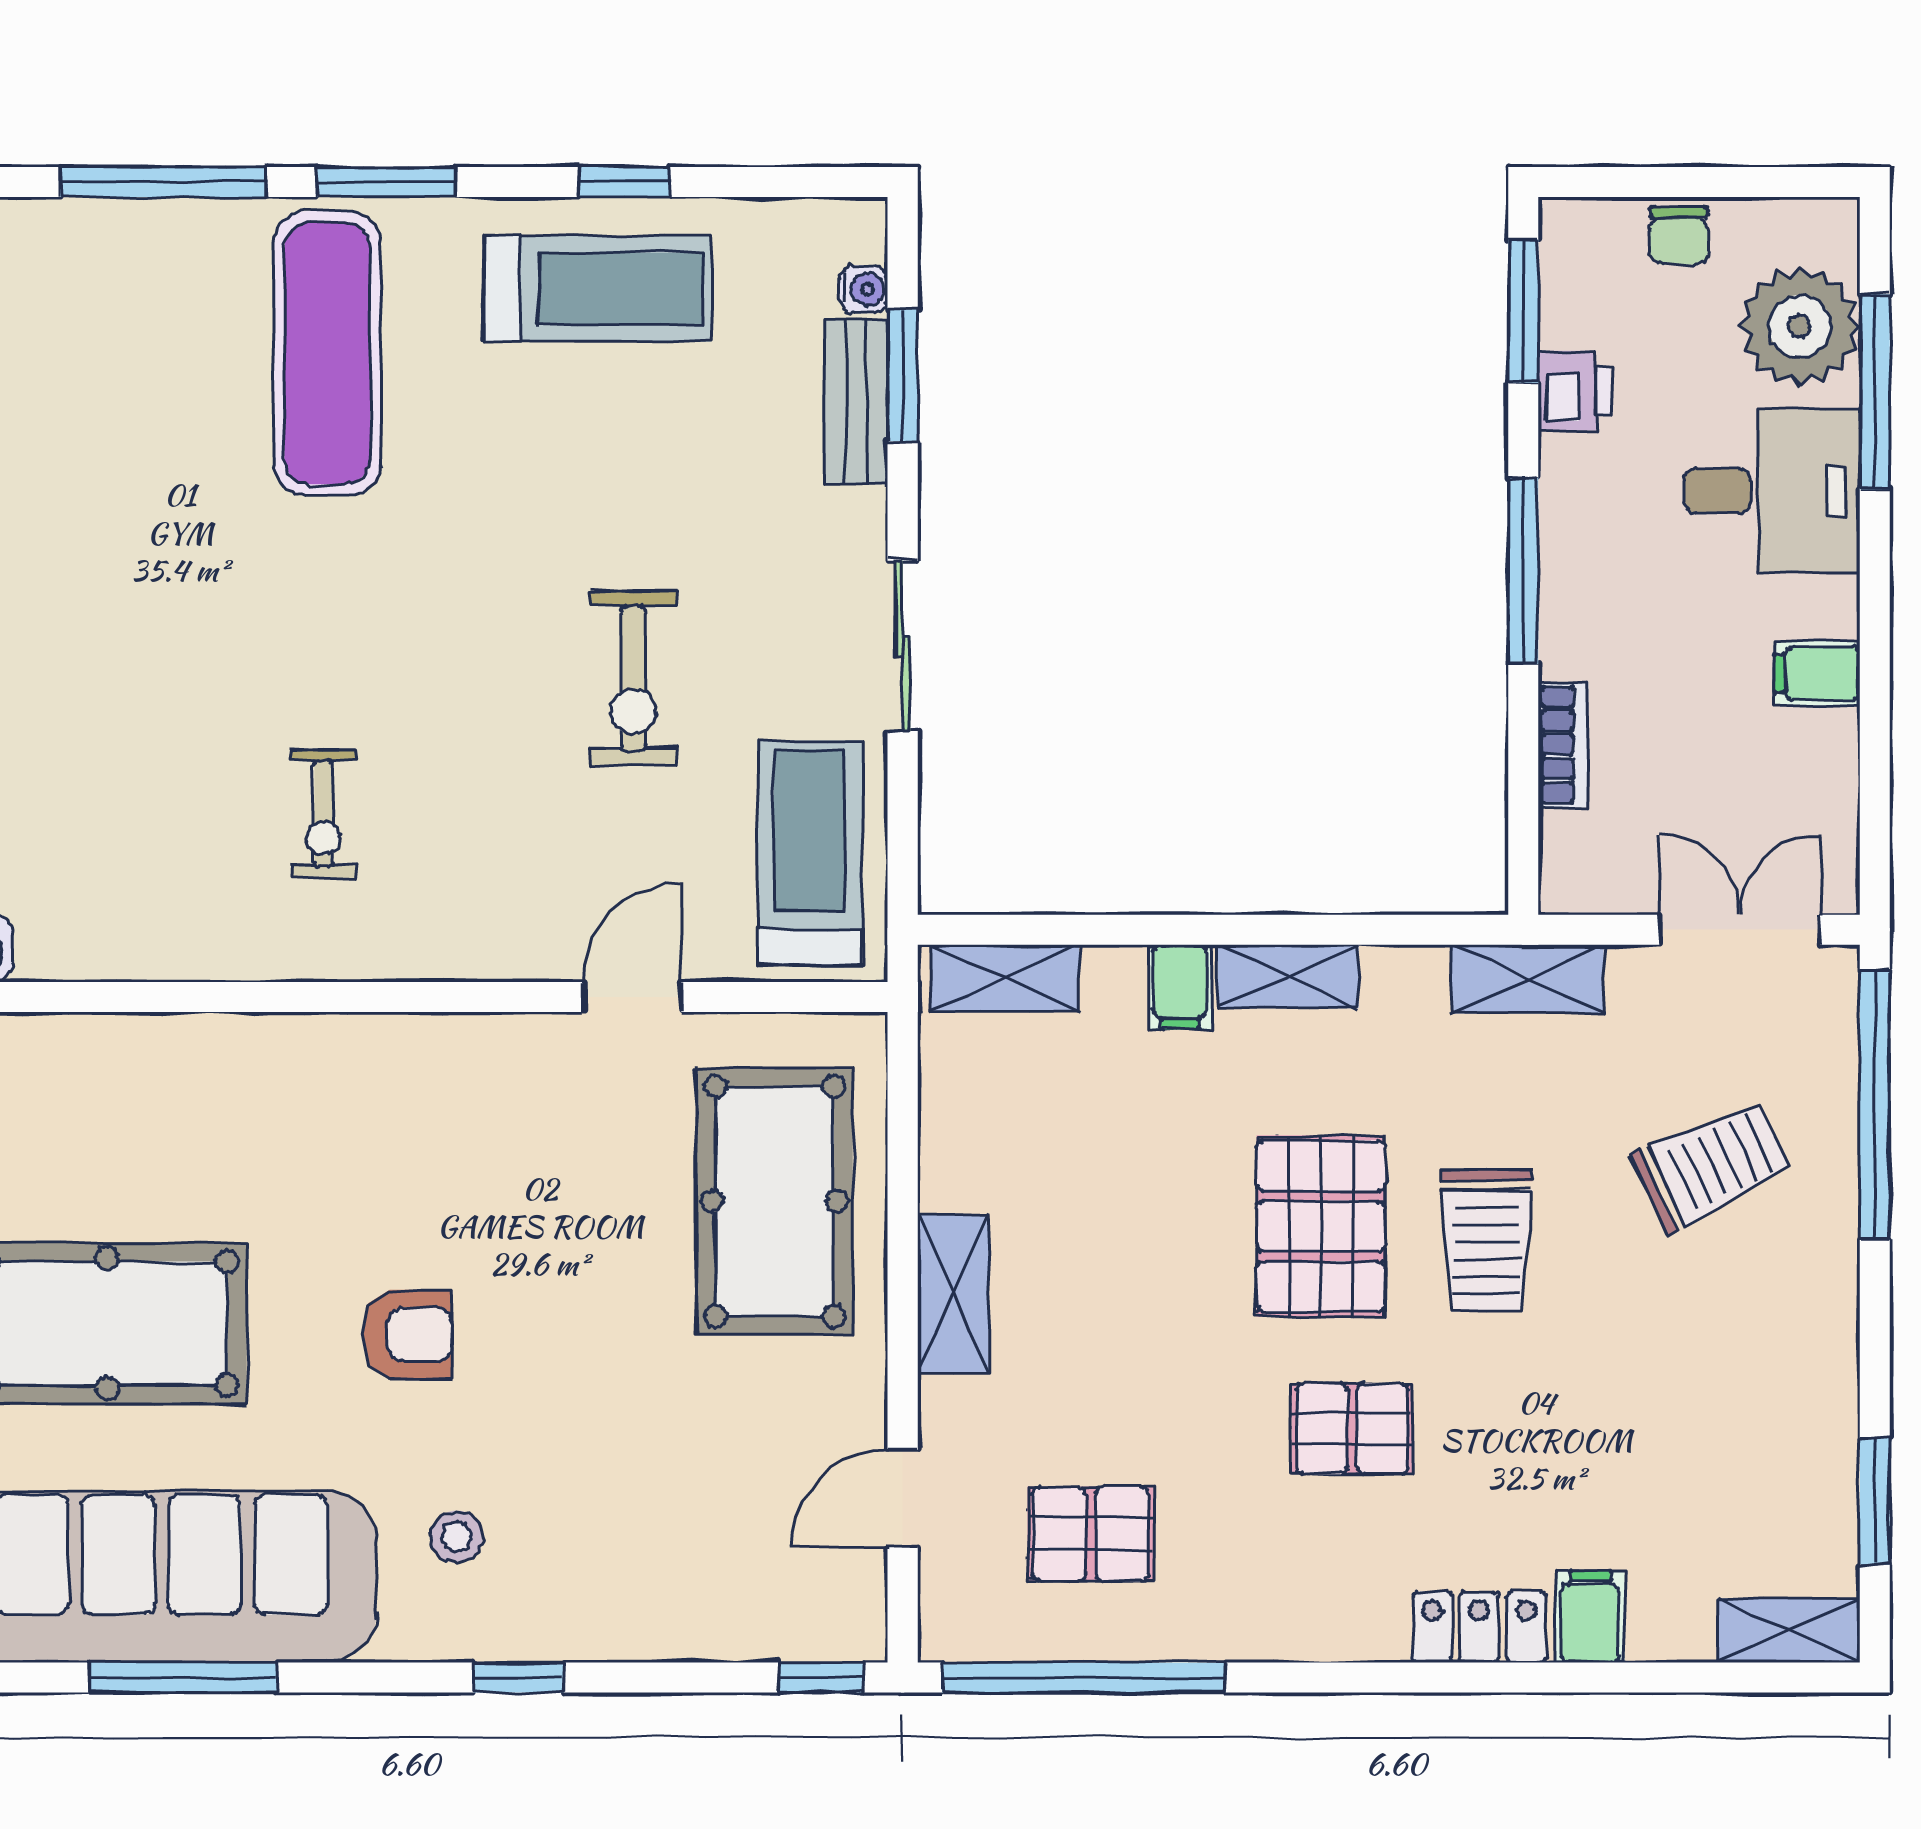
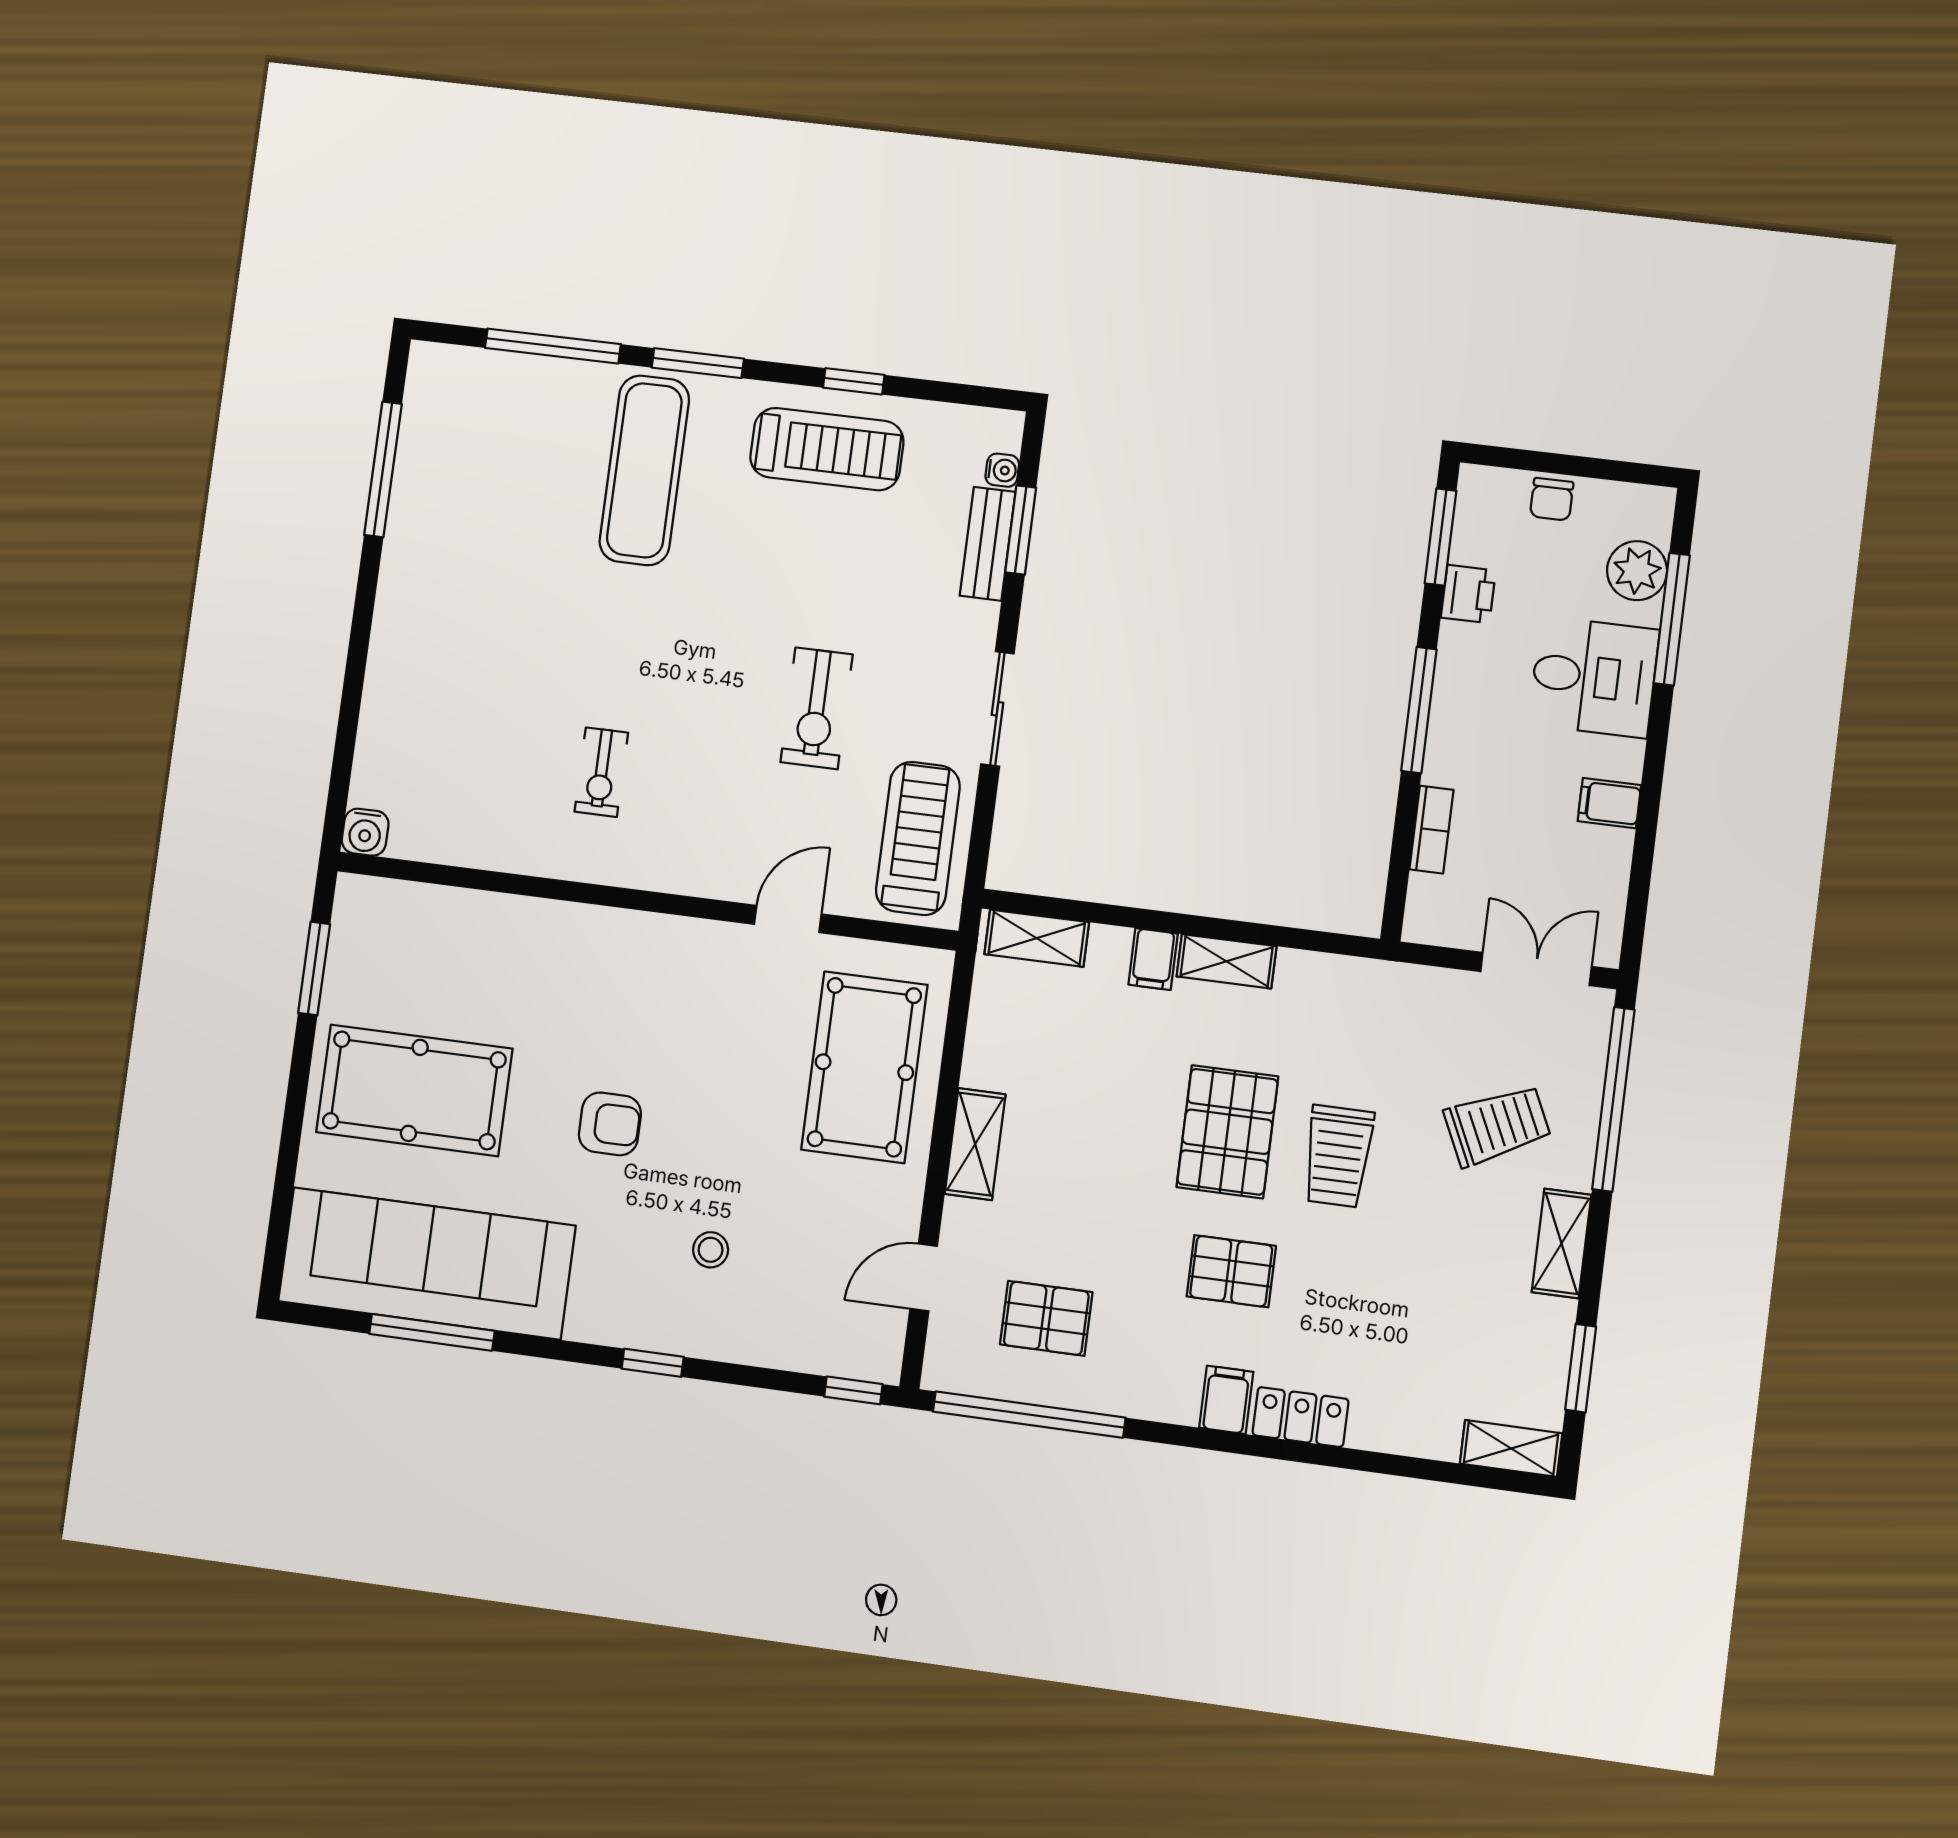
plant: (1800, 326) -> (1637, 571), width x0.73, depth x0.73
shelving: (1527, 979) -> (1562, 1243), moved, turned 90
stool: (457, 1537) -> (711, 1250), moved
filing cabinet: (1590, 1617) -> (1226, 1400), moved

